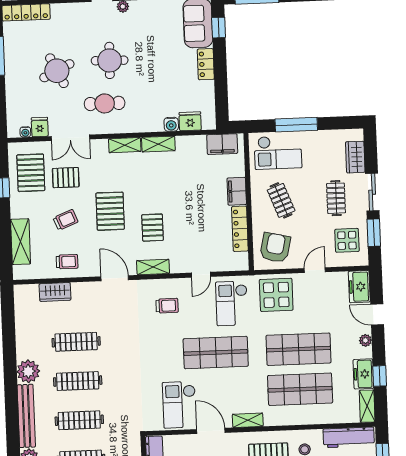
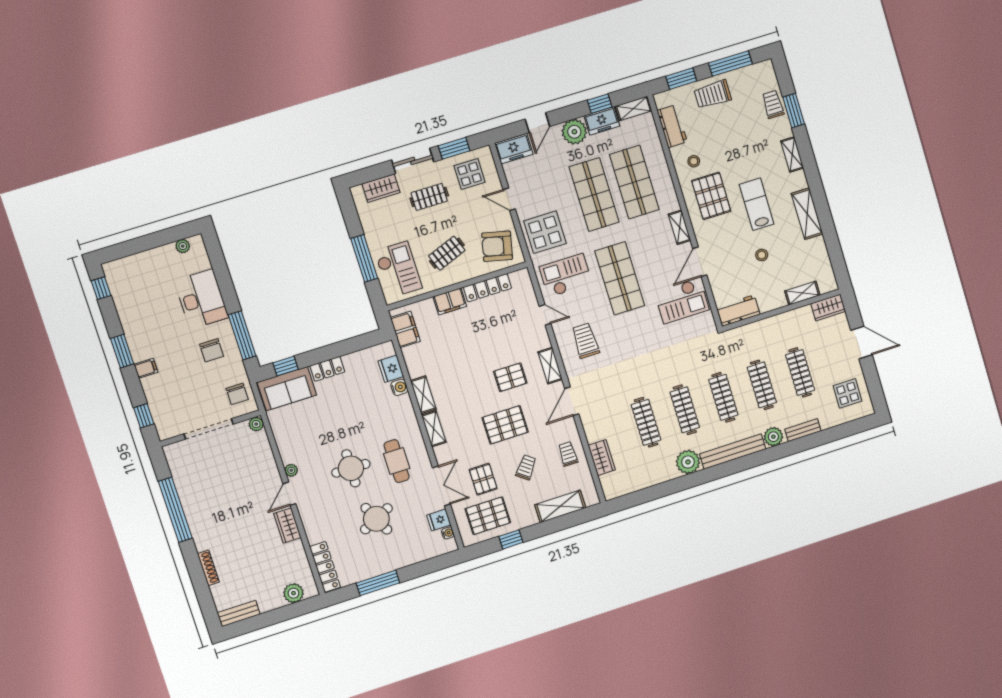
trolley: (66, 220) -> (526, 467), turned 59
checkout: (232, 303) -> (566, 275), turned 180
trolley: (167, 306) -> (585, 341), width x1.36, depth x1.39
plant: (365, 340) -> (574, 132), width x1.88, depth x1.88
workbench: (349, 437) -> (672, 126), width x0.73

